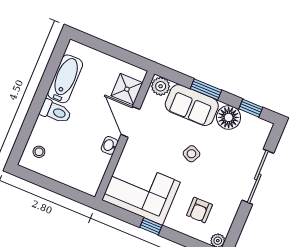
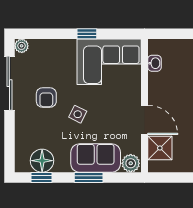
floor lamp: (229, 117) -> (42, 161), moved
washbasin: (109, 145) -> (155, 63), moved
sliding door: (258, 177) -> (9, 83), moved
armchair: (199, 210) -> (46, 98), moved, turned 180

